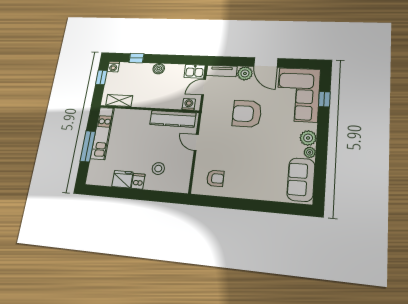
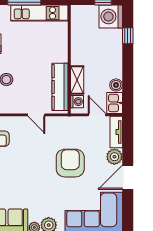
washing machine: (113, 67) -> (111, 17), width x1.89, depth x1.89
boiler: (159, 69) -> (116, 85), moved
shelving: (119, 100) -> (77, 80), moved
door: (196, 143) -> (36, 115), swing flipped

